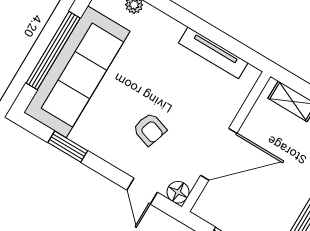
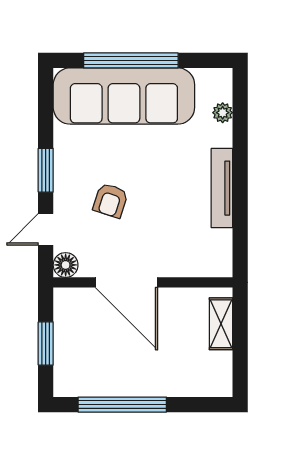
tv unit: (213, 53) -> (222, 188), moved
window: (68, 147) -> (46, 170), moved

